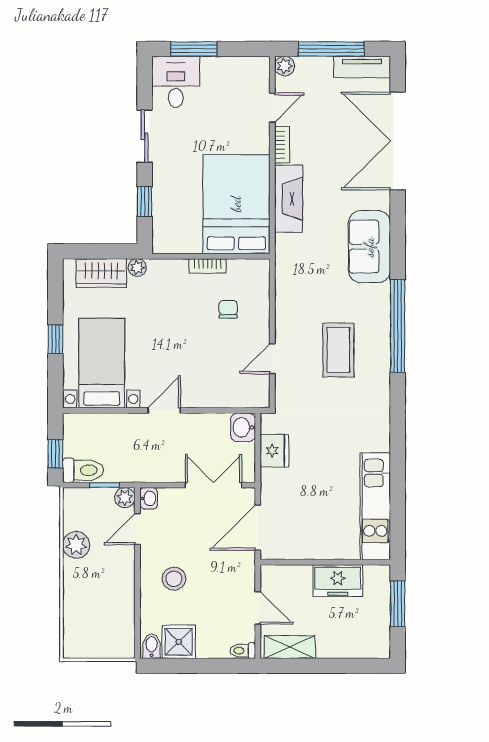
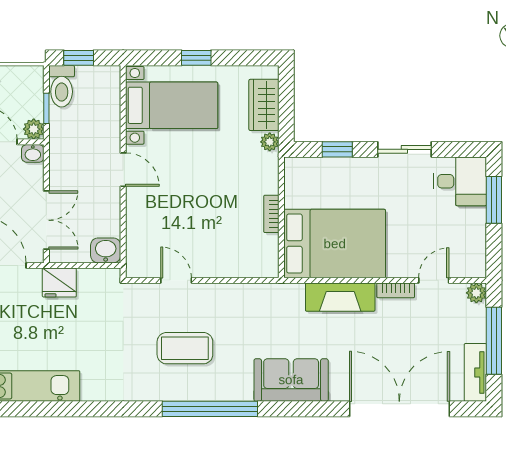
door: (272, 108) -> (434, 280), swing flipped
chair: (228, 309) -> (227, 235), removed
fridge: (274, 451) -> (59, 283), moved

